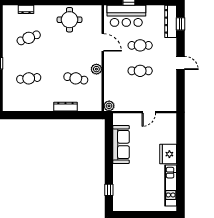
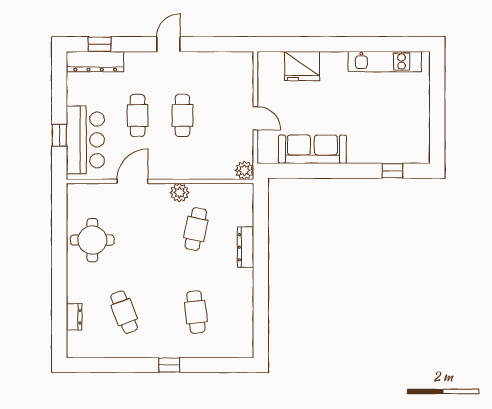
door: (149, 112) -> (255, 118), moved
fridge: (168, 154) -> (302, 66), moved

